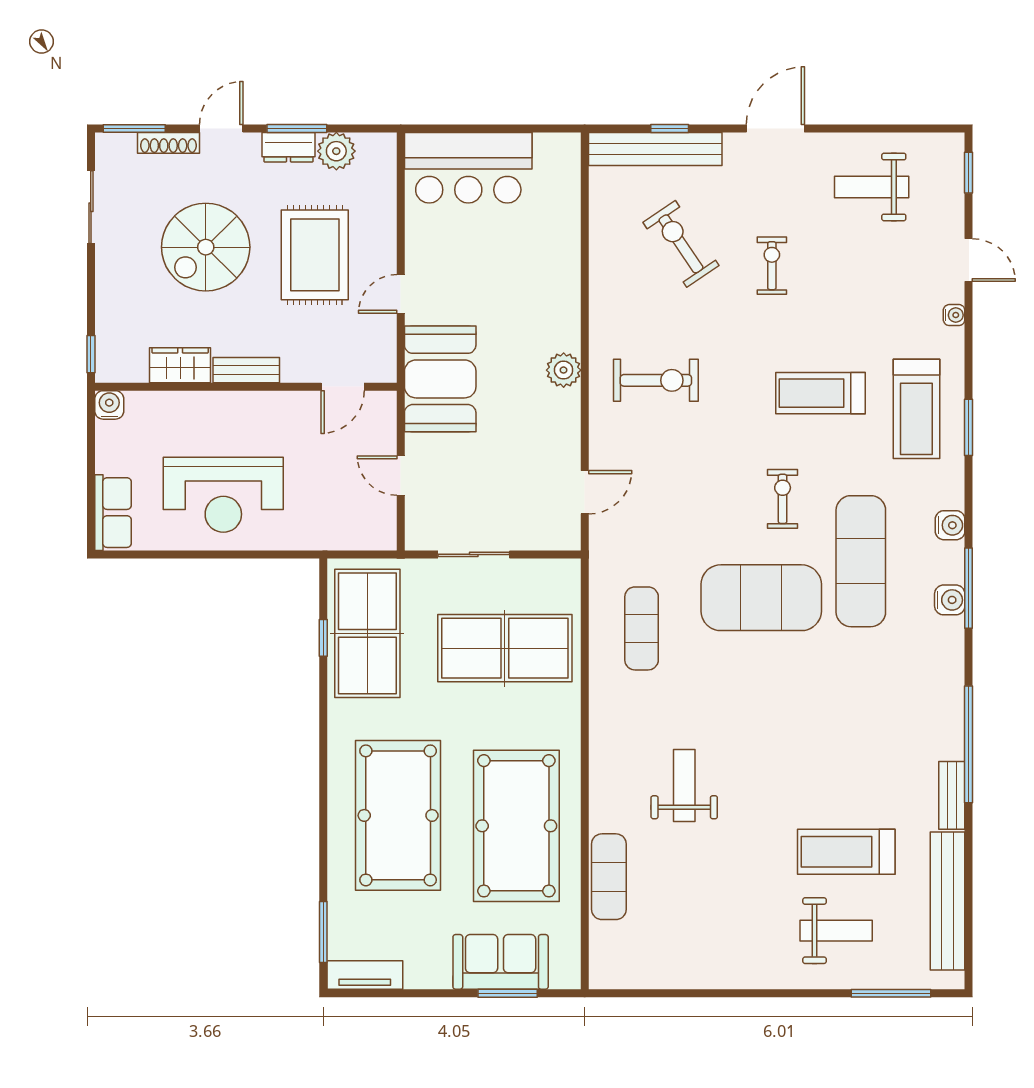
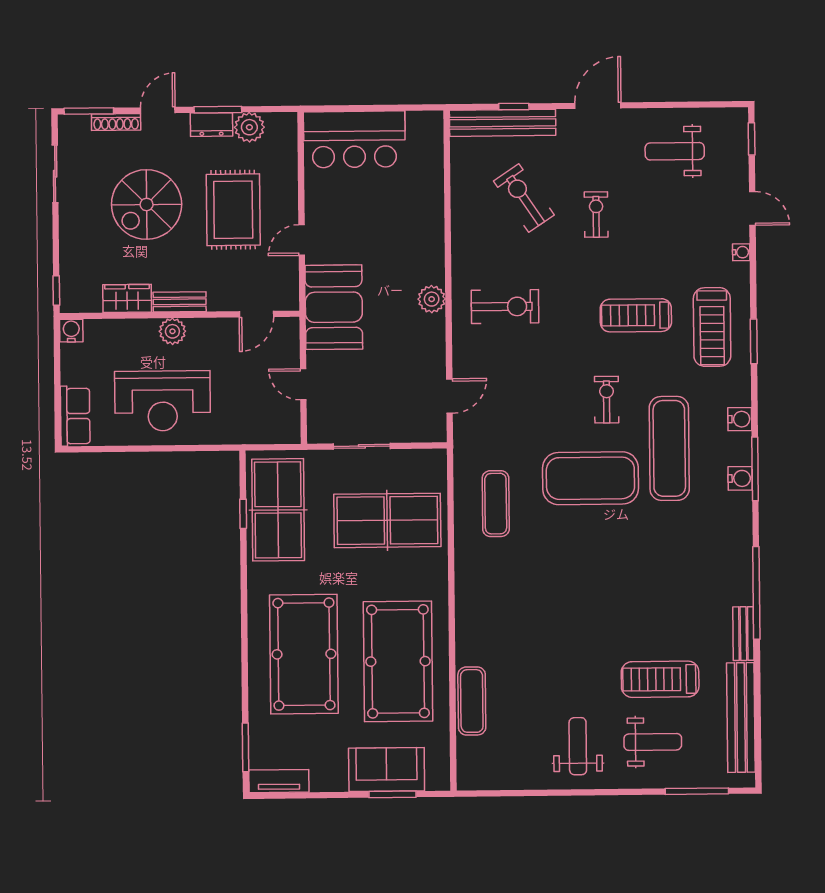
plant: (237, 407) -> (172, 331), added
weight bench: (684, 786) -> (578, 746), moved

